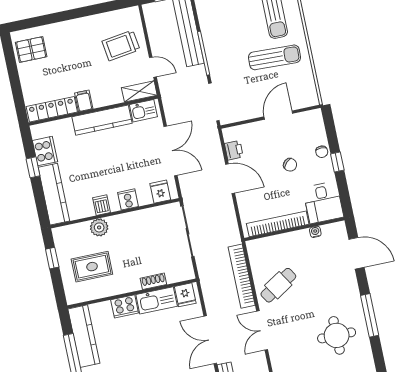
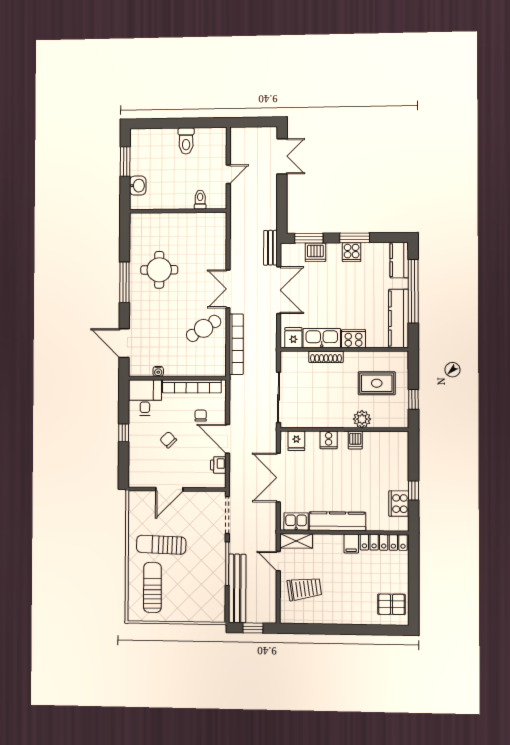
chair: (322, 152) -> (201, 416), moved
kitchen counter: (54, 194) -> (399, 460), removed
shoe rack: (153, 281) -> (326, 357), width x1.43
double door: (262, 330) -> (228, 289), swing flipped

